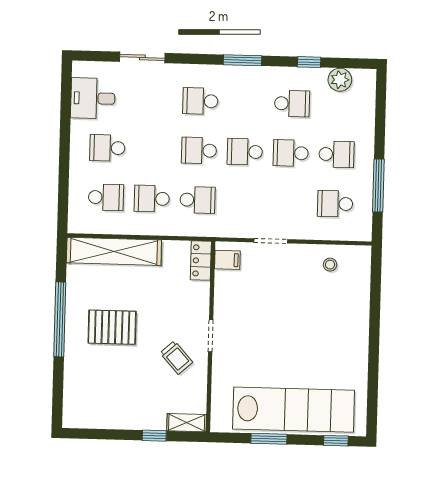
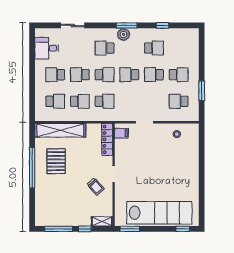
plant: (340, 80) -> (124, 34), moved
school desk: (153, 149) -> (80, 75), added
school desk: (199, 150) -> (105, 75), turned 180
window: (378, 185) -> (202, 91), width x0.69
school desk: (152, 199) -> (80, 101), turned 180
locker: (201, 260) -> (107, 139), width x1.53
pallet: (112, 327) -> (56, 161), moved, turned 90
window: (106, 434) -> (59, 229), added
window: (269, 439) -> (130, 229), moved

